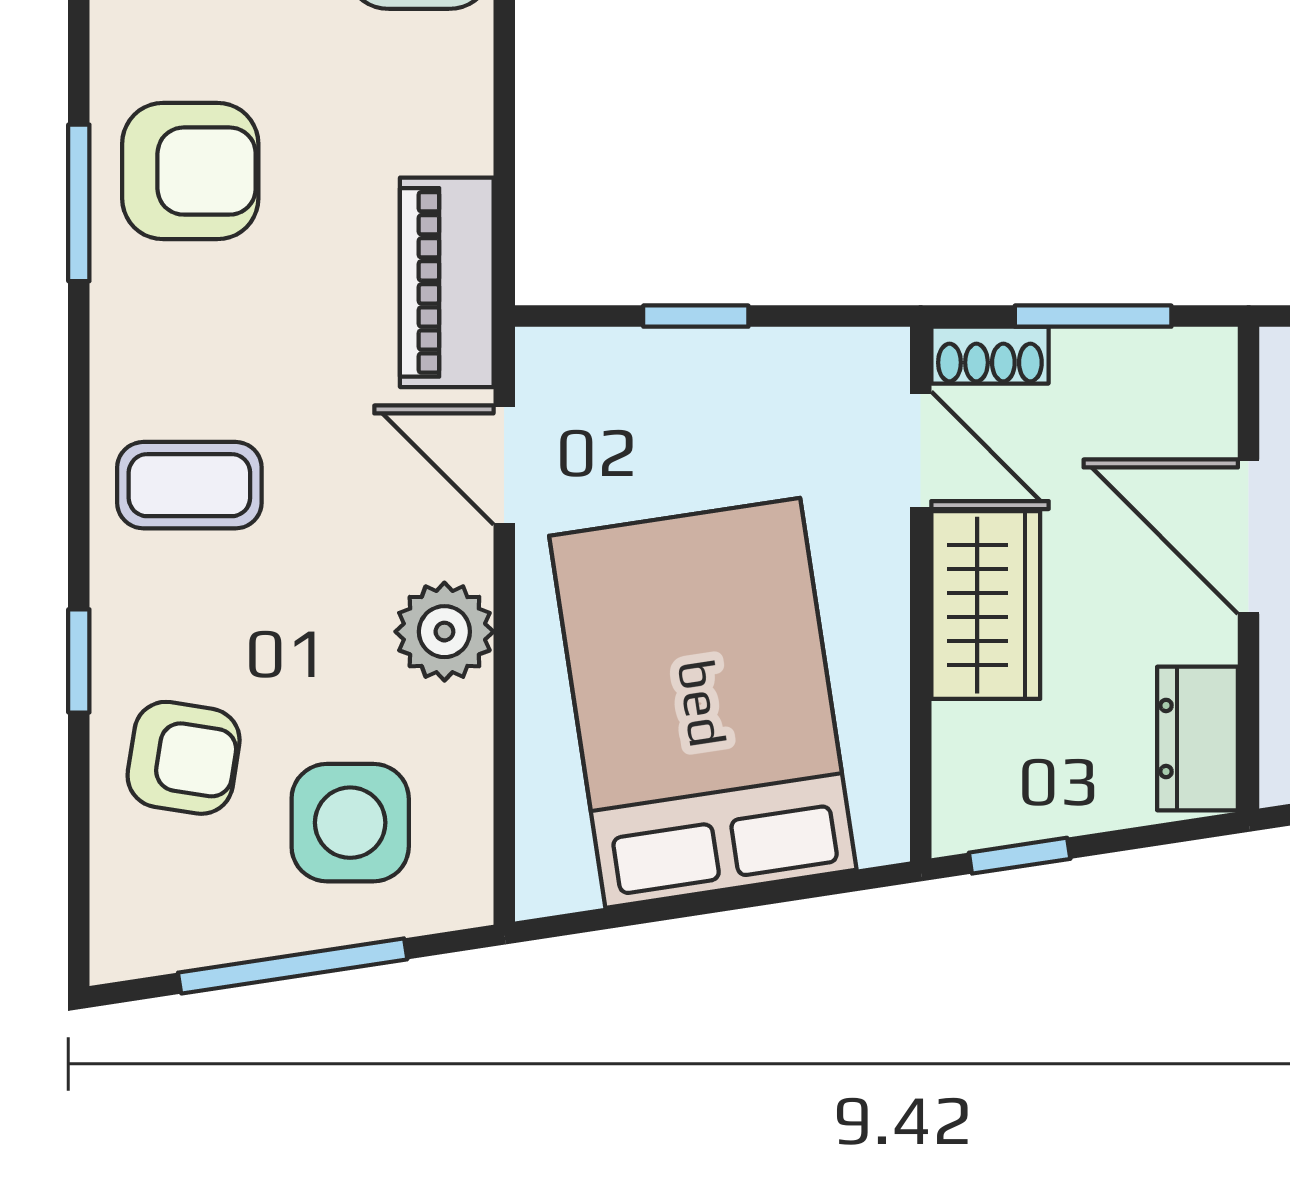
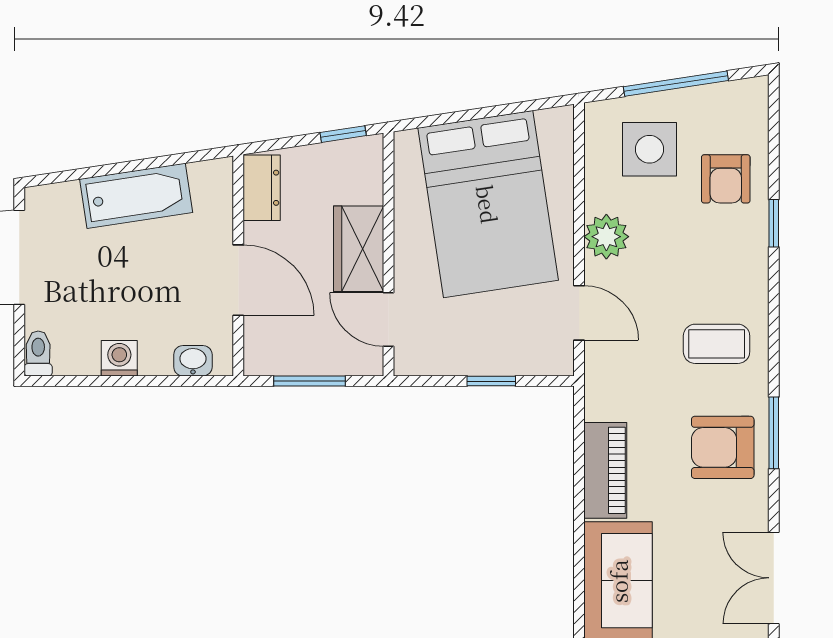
piano: (447, 282) -> (605, 470), moved
shoe rack: (990, 355) -> (357, 363), removed
coffee table: (189, 485) -> (717, 344), moved
armchair: (184, 758) -> (726, 179), turned -99

